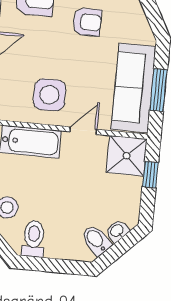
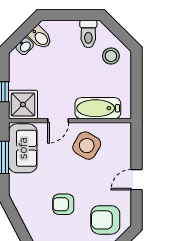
sofa: (133, 88) -> (23, 148), width x0.73
side table: (49, 95) -> (87, 146), turned 30

